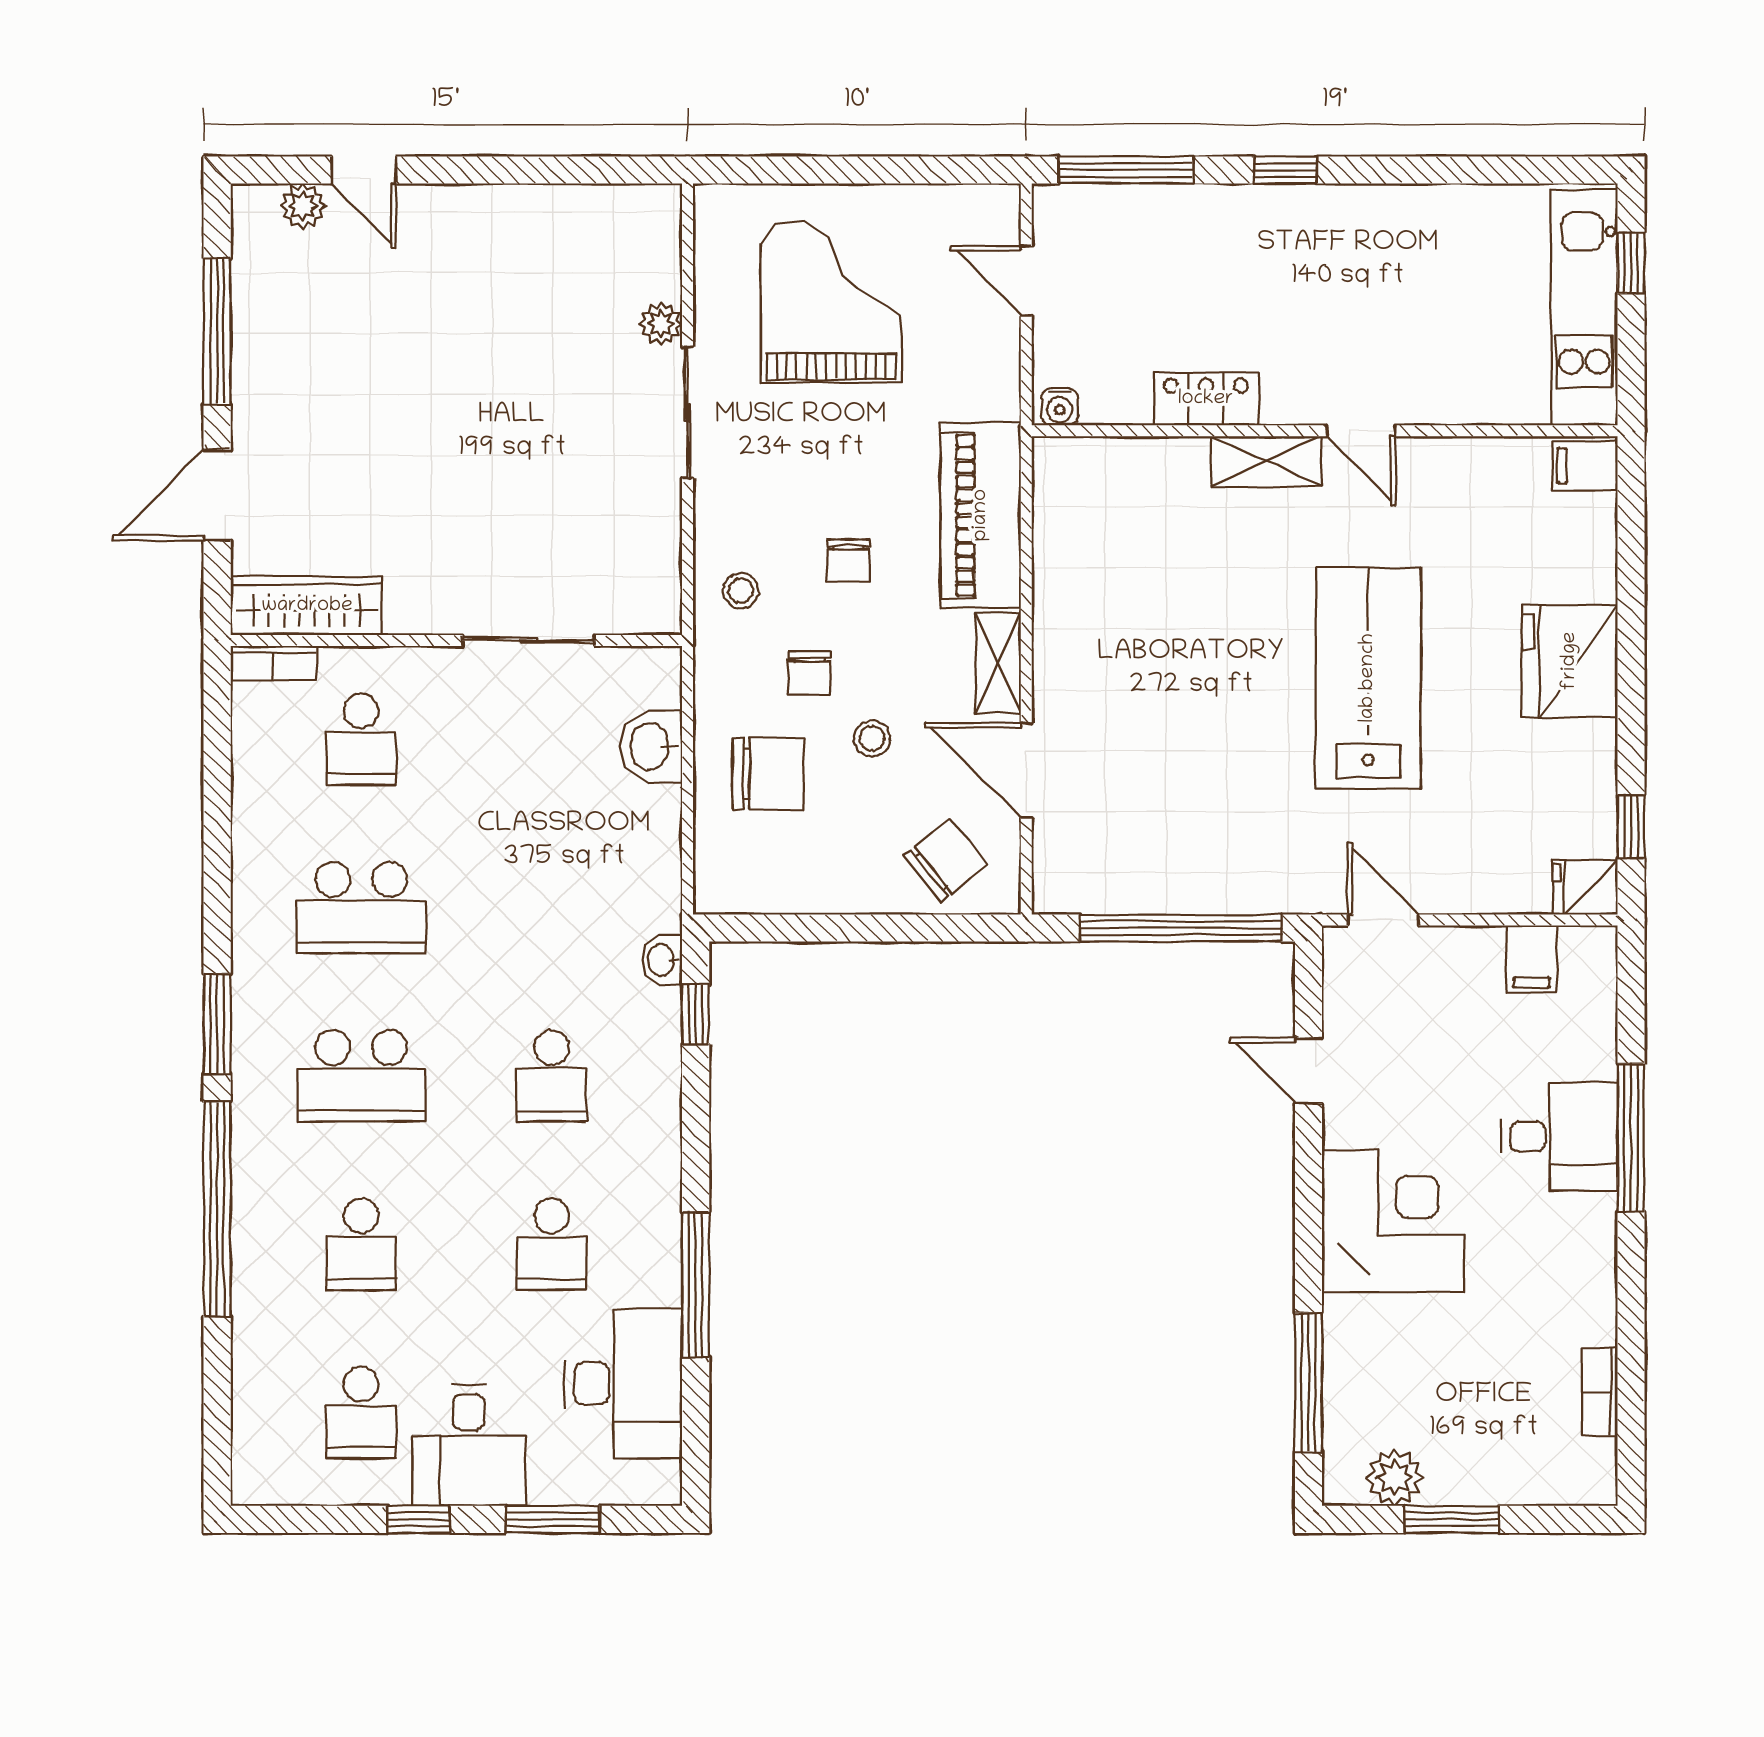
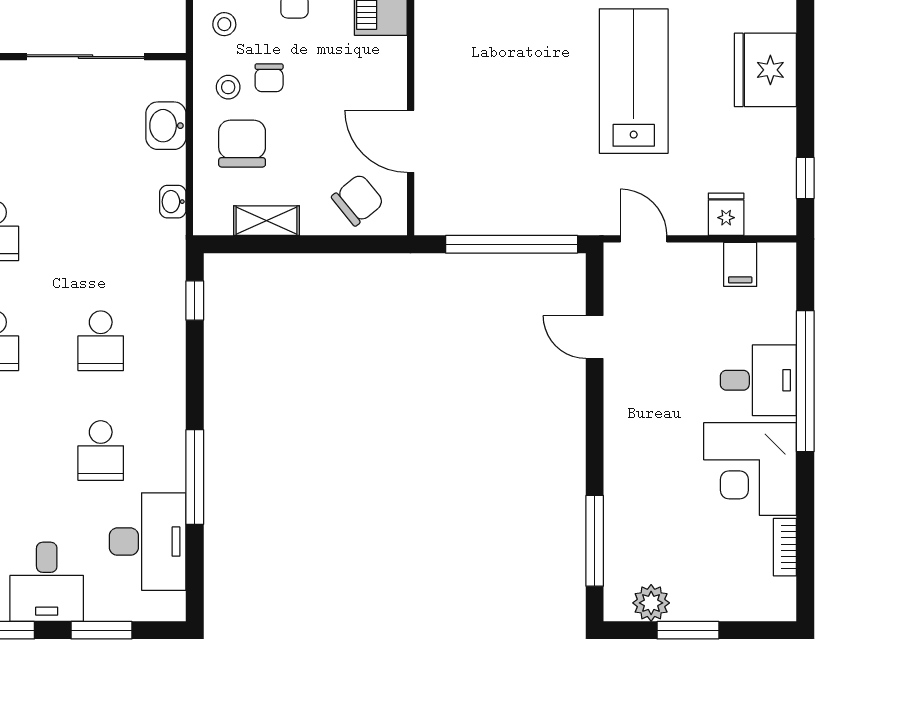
sliding door: (528, 640) -> (86, 57), width x1.37
shelving: (998, 663) -> (266, 221), moved, turned 90
stool: (872, 738) -> (228, 87), moved
chair: (768, 774) -> (242, 144), turned -90
fridge: (1585, 887) -> (726, 214), moved, turned 90
washbasin: (662, 960) -> (173, 202), moved
window: (1631, 1138) -> (805, 381), width x1.46
corner desk: (1393, 1221) -> (750, 469), moved, turned 180

